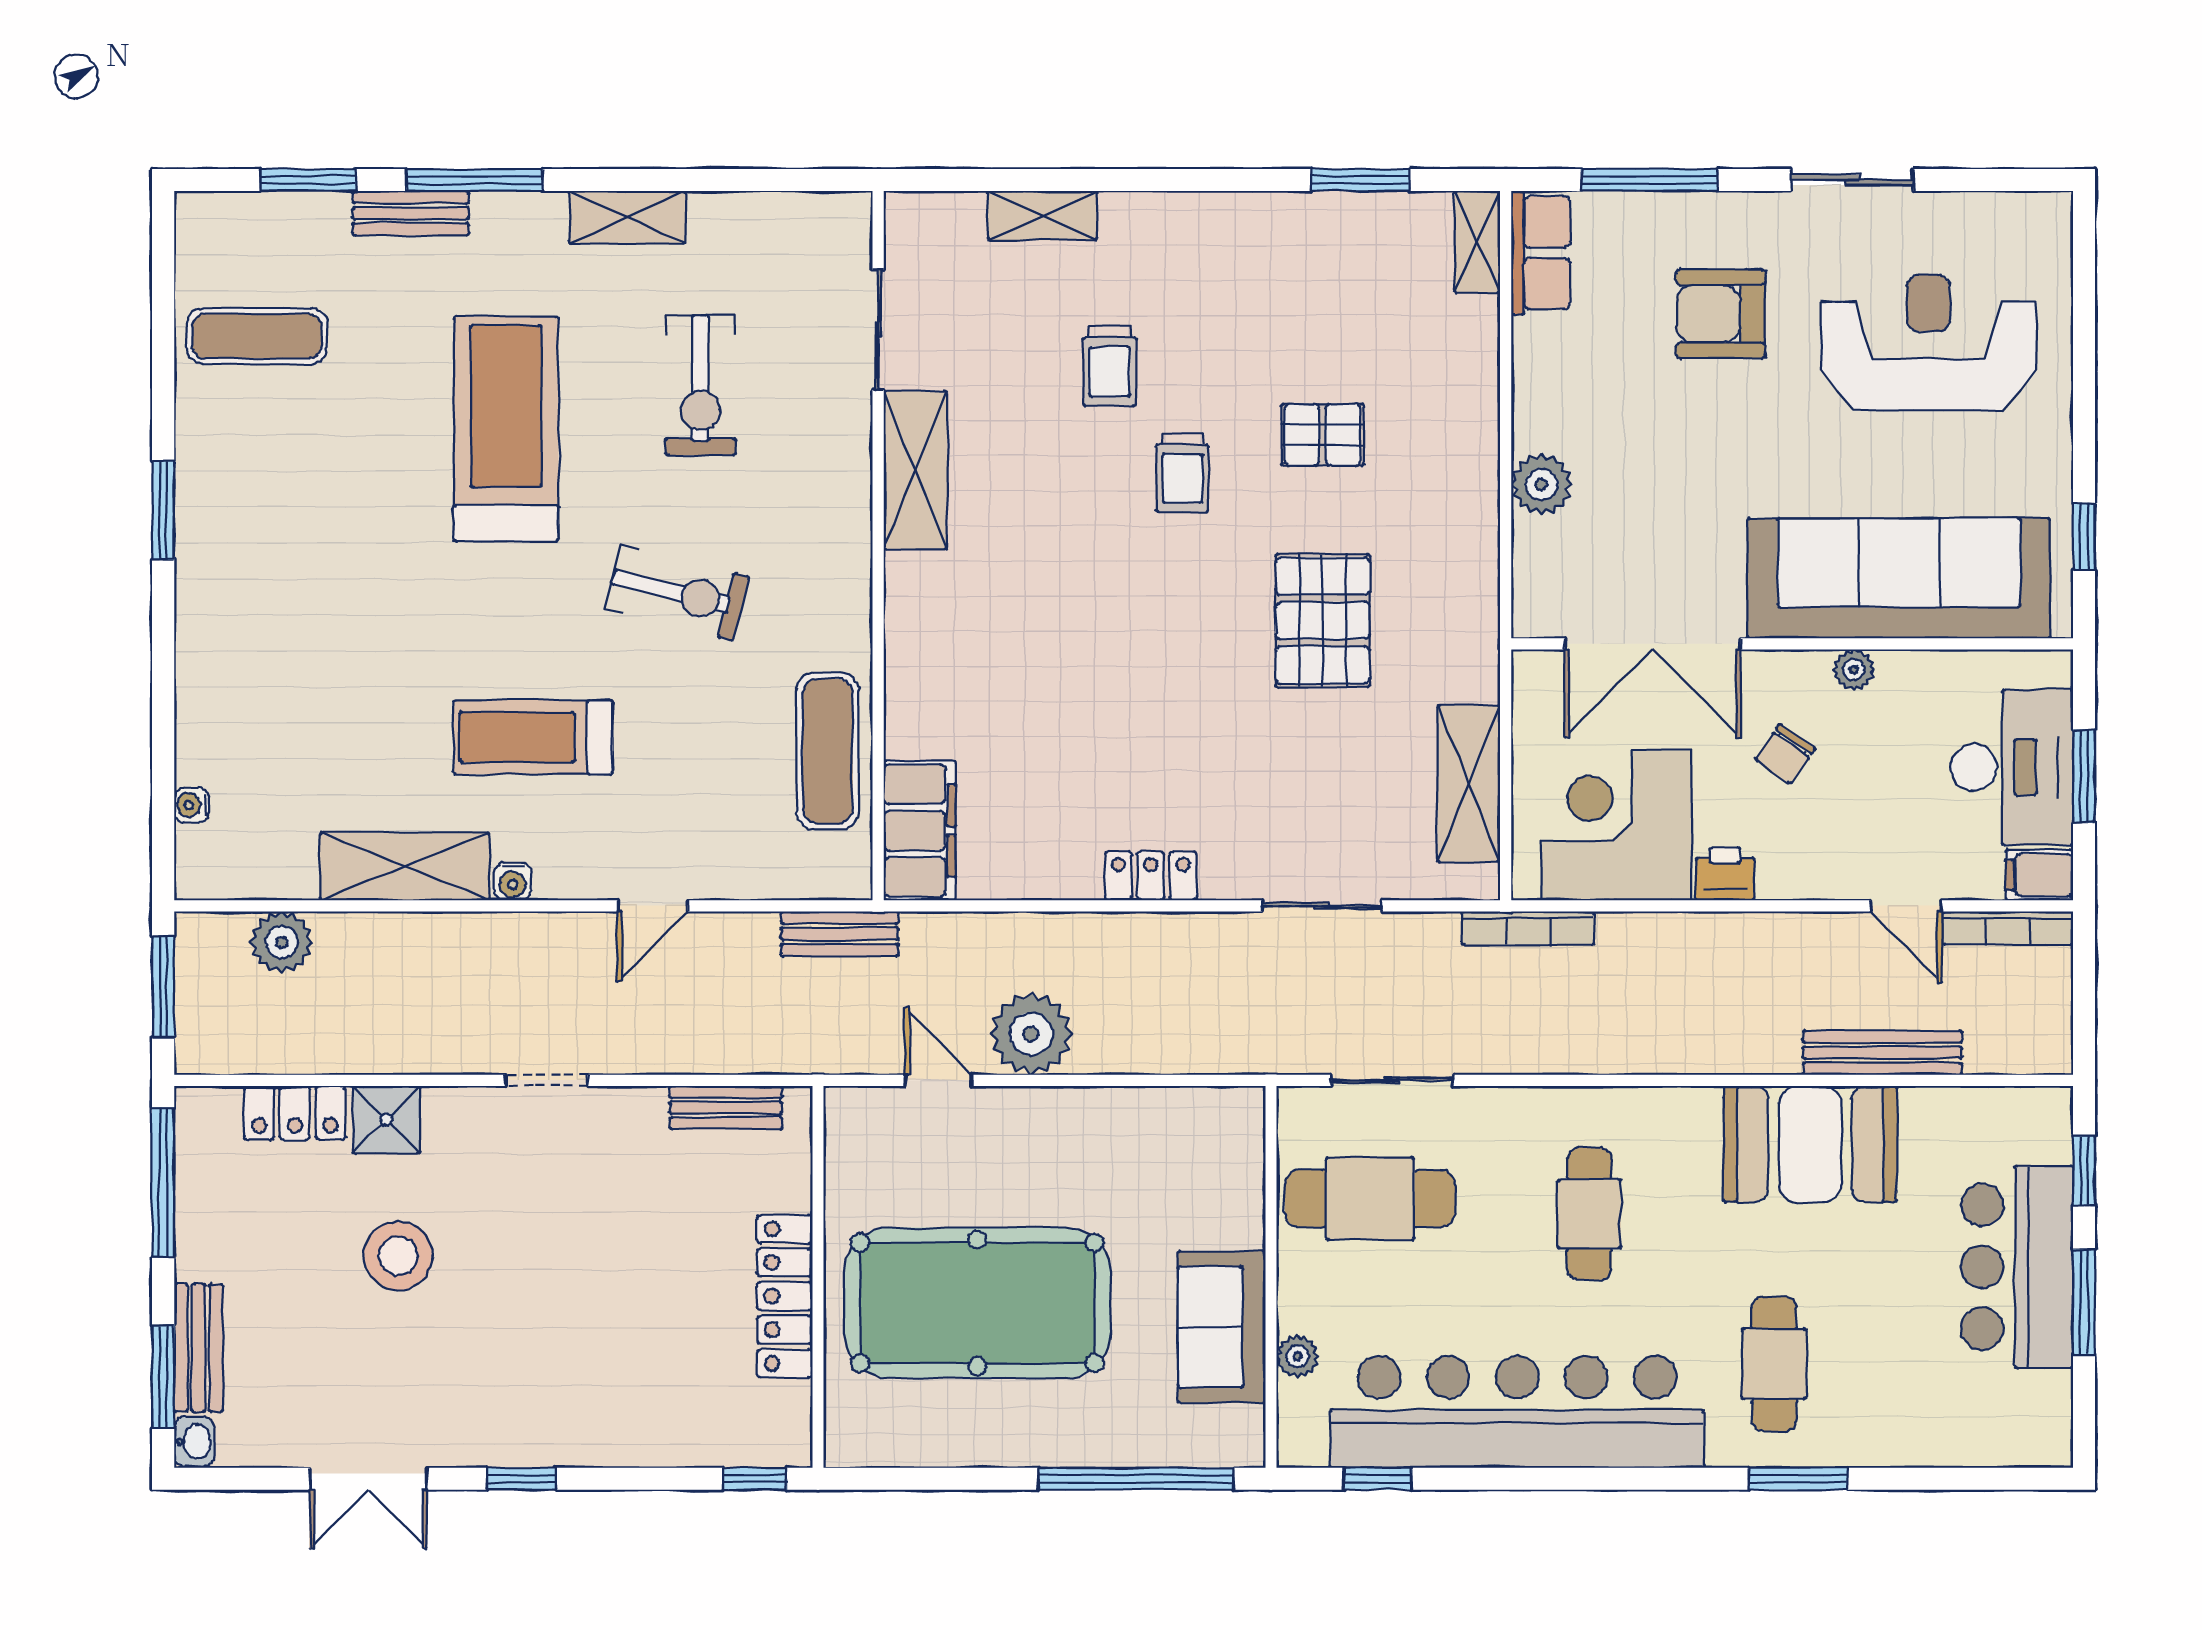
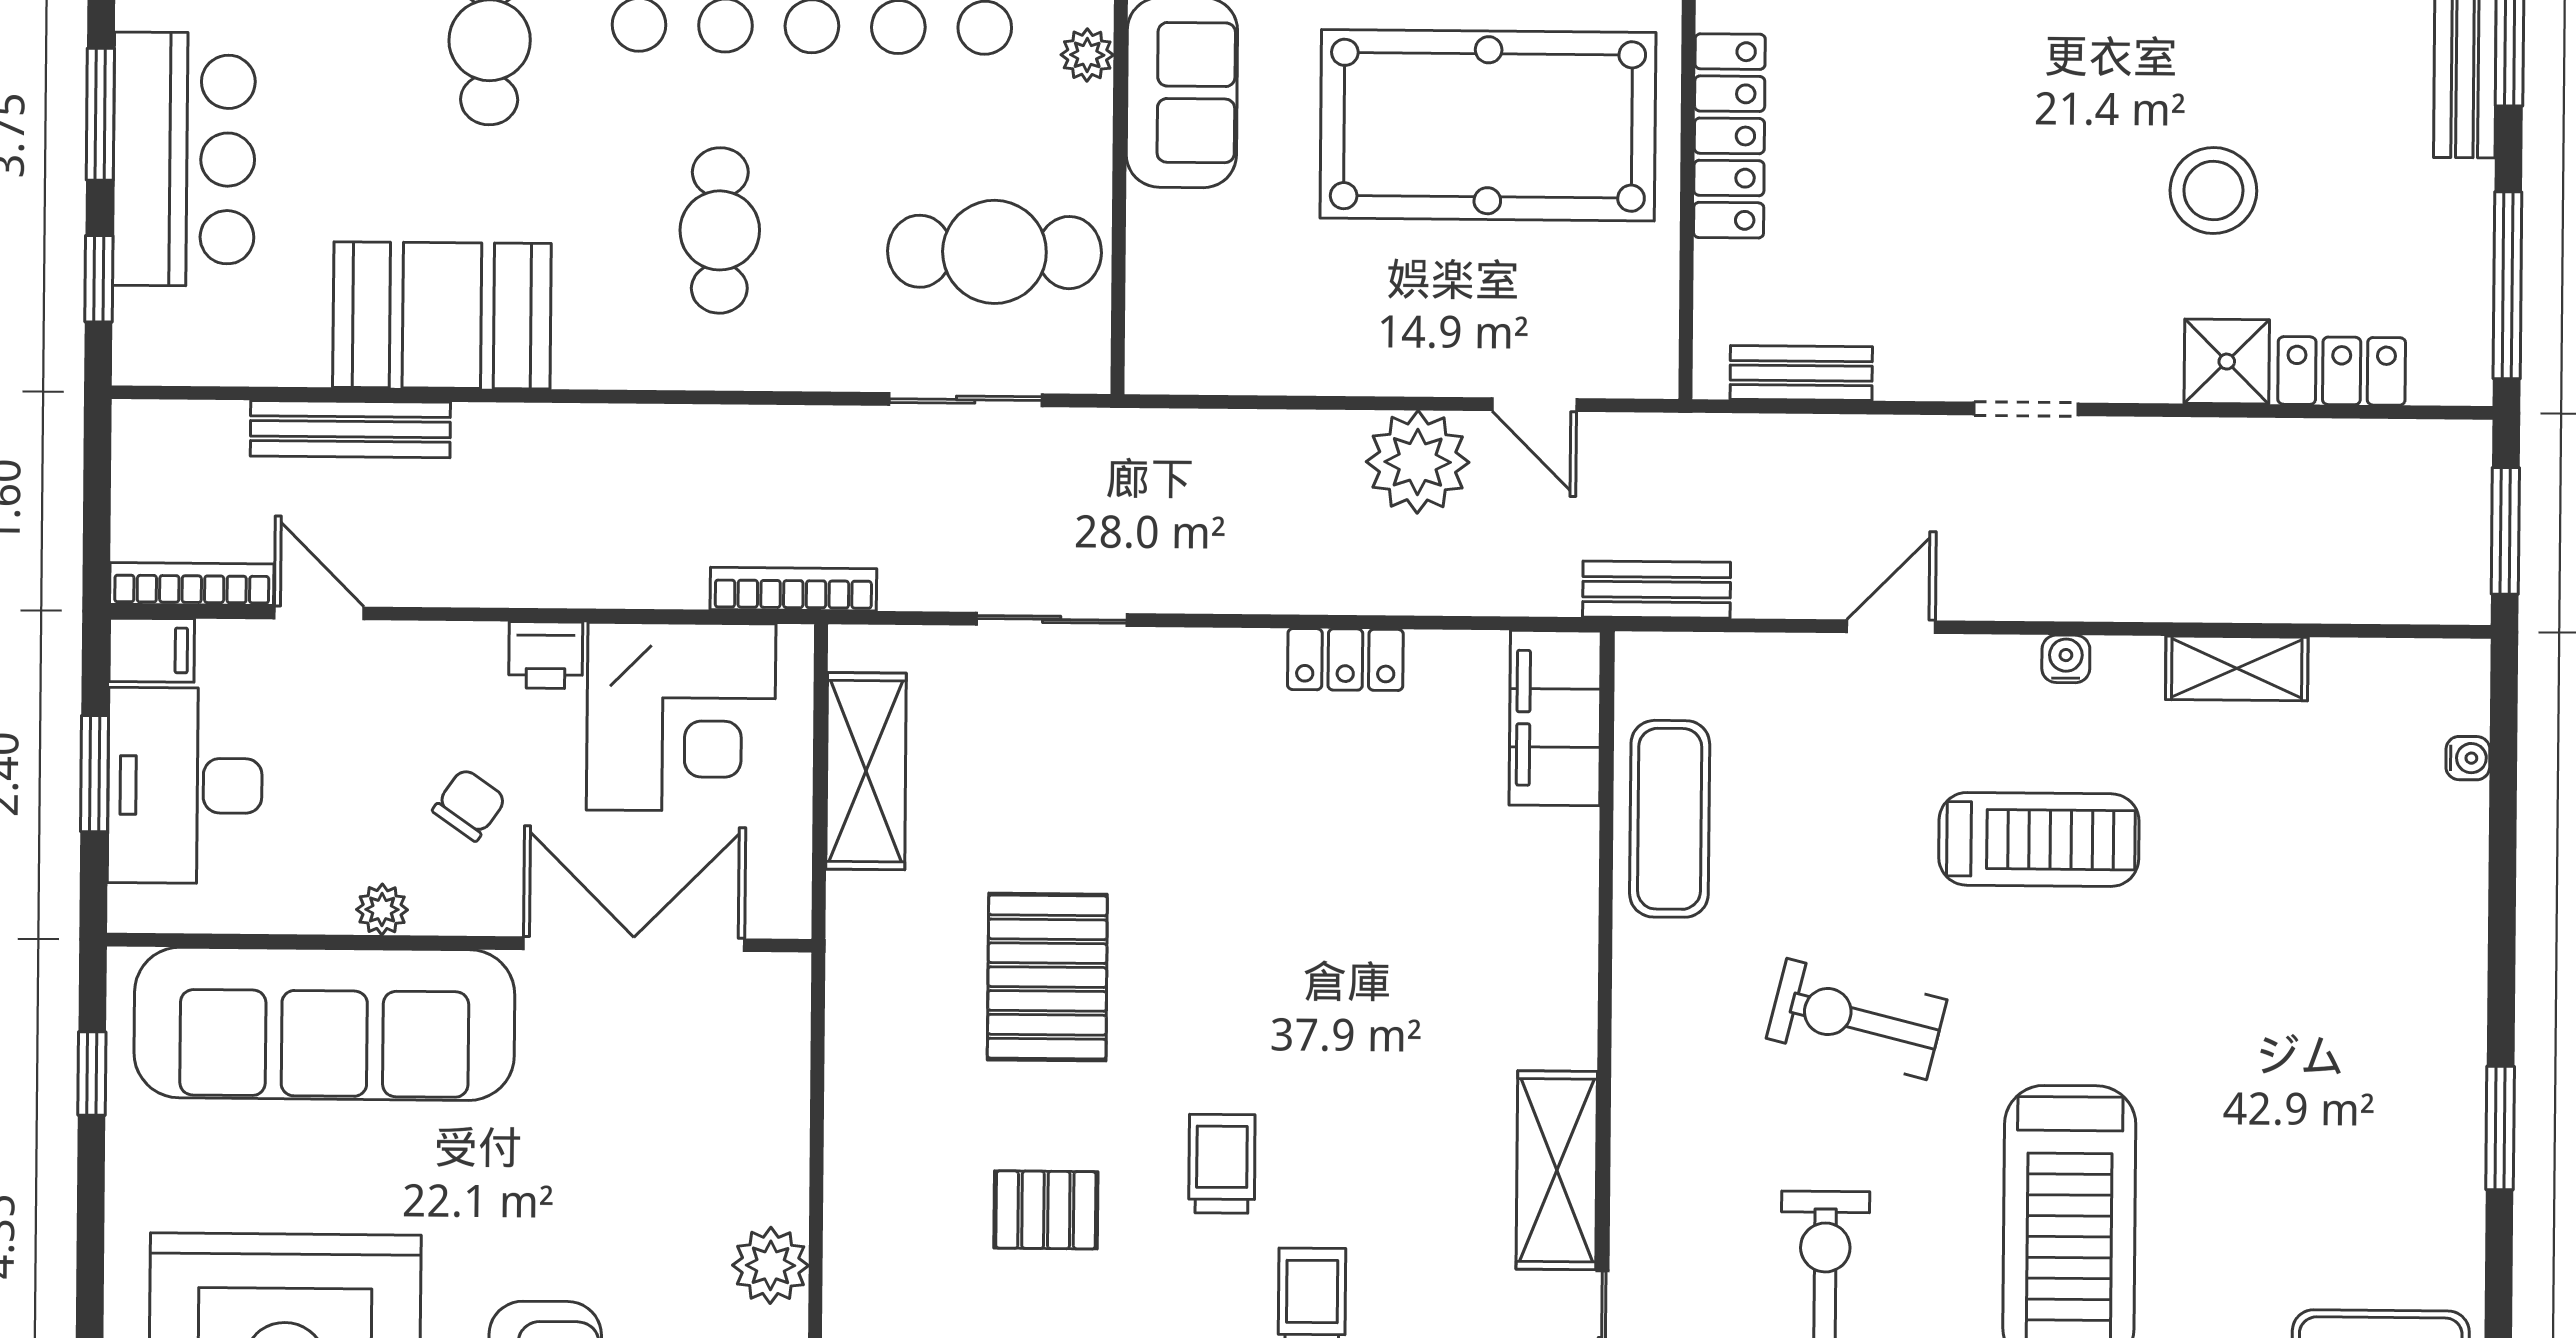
plant: (1542, 484) -> (771, 1265), moved
shelving: (405, 866) -> (2237, 668), width x0.67, depth x0.75
locker: (1151, 876) -> (1345, 659), moved
plant: (282, 942) -> (2356, 585), removed

